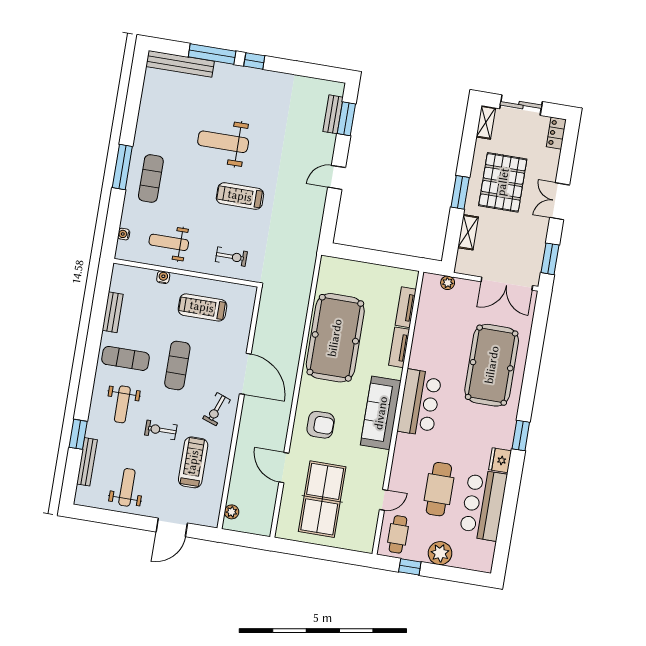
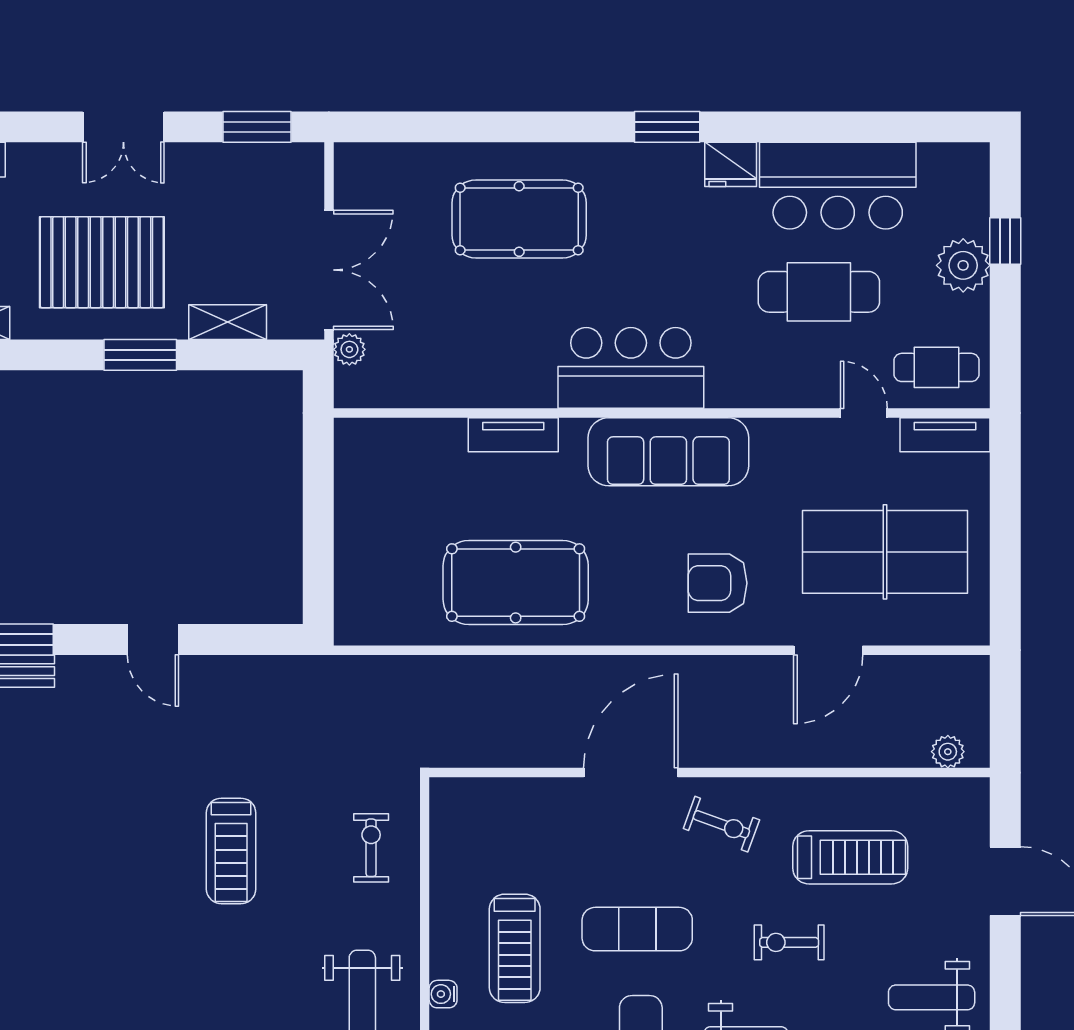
weight bench: (223, 142) -> (115, 909), removed
double door: (507, 284) -> (329, 270), moved
treadmill: (202, 307) -> (515, 948), moved
tv unit: (406, 307) -> (945, 435), moved
pool table: (335, 338) -> (516, 583), width x0.73, depth x0.76
pool table: (492, 365) -> (519, 219), width x0.73, depth x0.76
armchair: (321, 425) -> (718, 583), turned -90
exercise bike: (161, 430) -> (789, 942), turned 90
treadmill: (193, 462) -> (850, 857), turned 180
window: (410, 567) -> (1005, 241), moved

